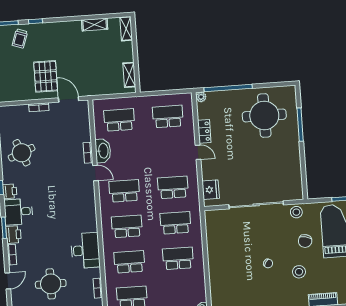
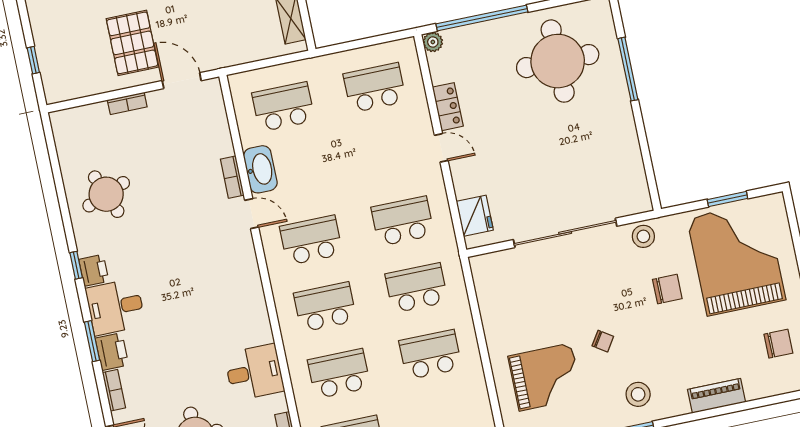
chair: (305, 241) -> (667, 289), turned -103
desk: (85, 250) -> (254, 372), width x0.73
stool: (299, 272) -> (638, 394), moved
grand piano: (236, 278) -> (545, 377), added

